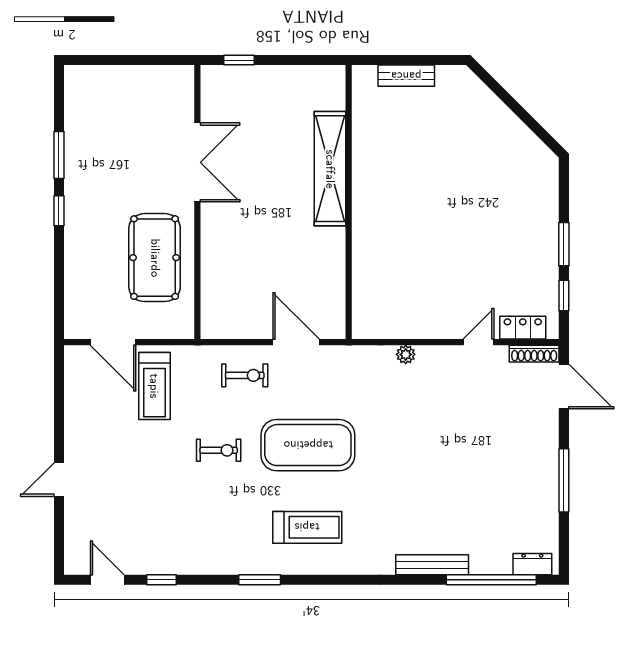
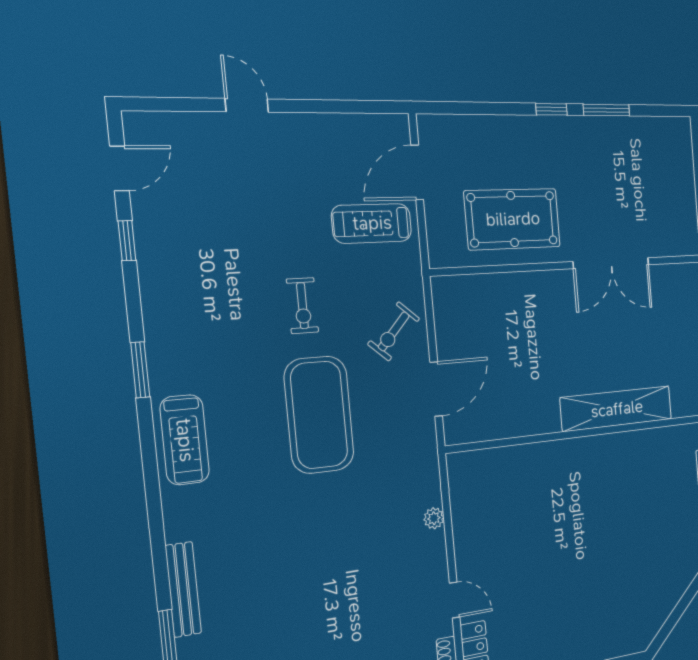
exercise bike: (245, 375) -> (394, 331), turned 42
treadmill: (307, 527) -> (185, 440), moved

